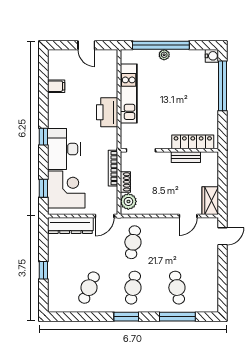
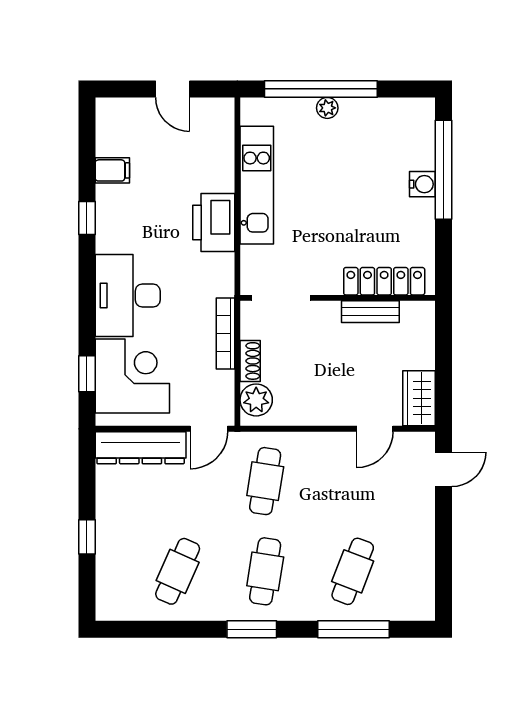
water cooler: (212, 56) -> (422, 184), moved
window: (43, 137) -> (87, 218), moved
cafe table: (177, 288) -> (353, 571), turned 30

